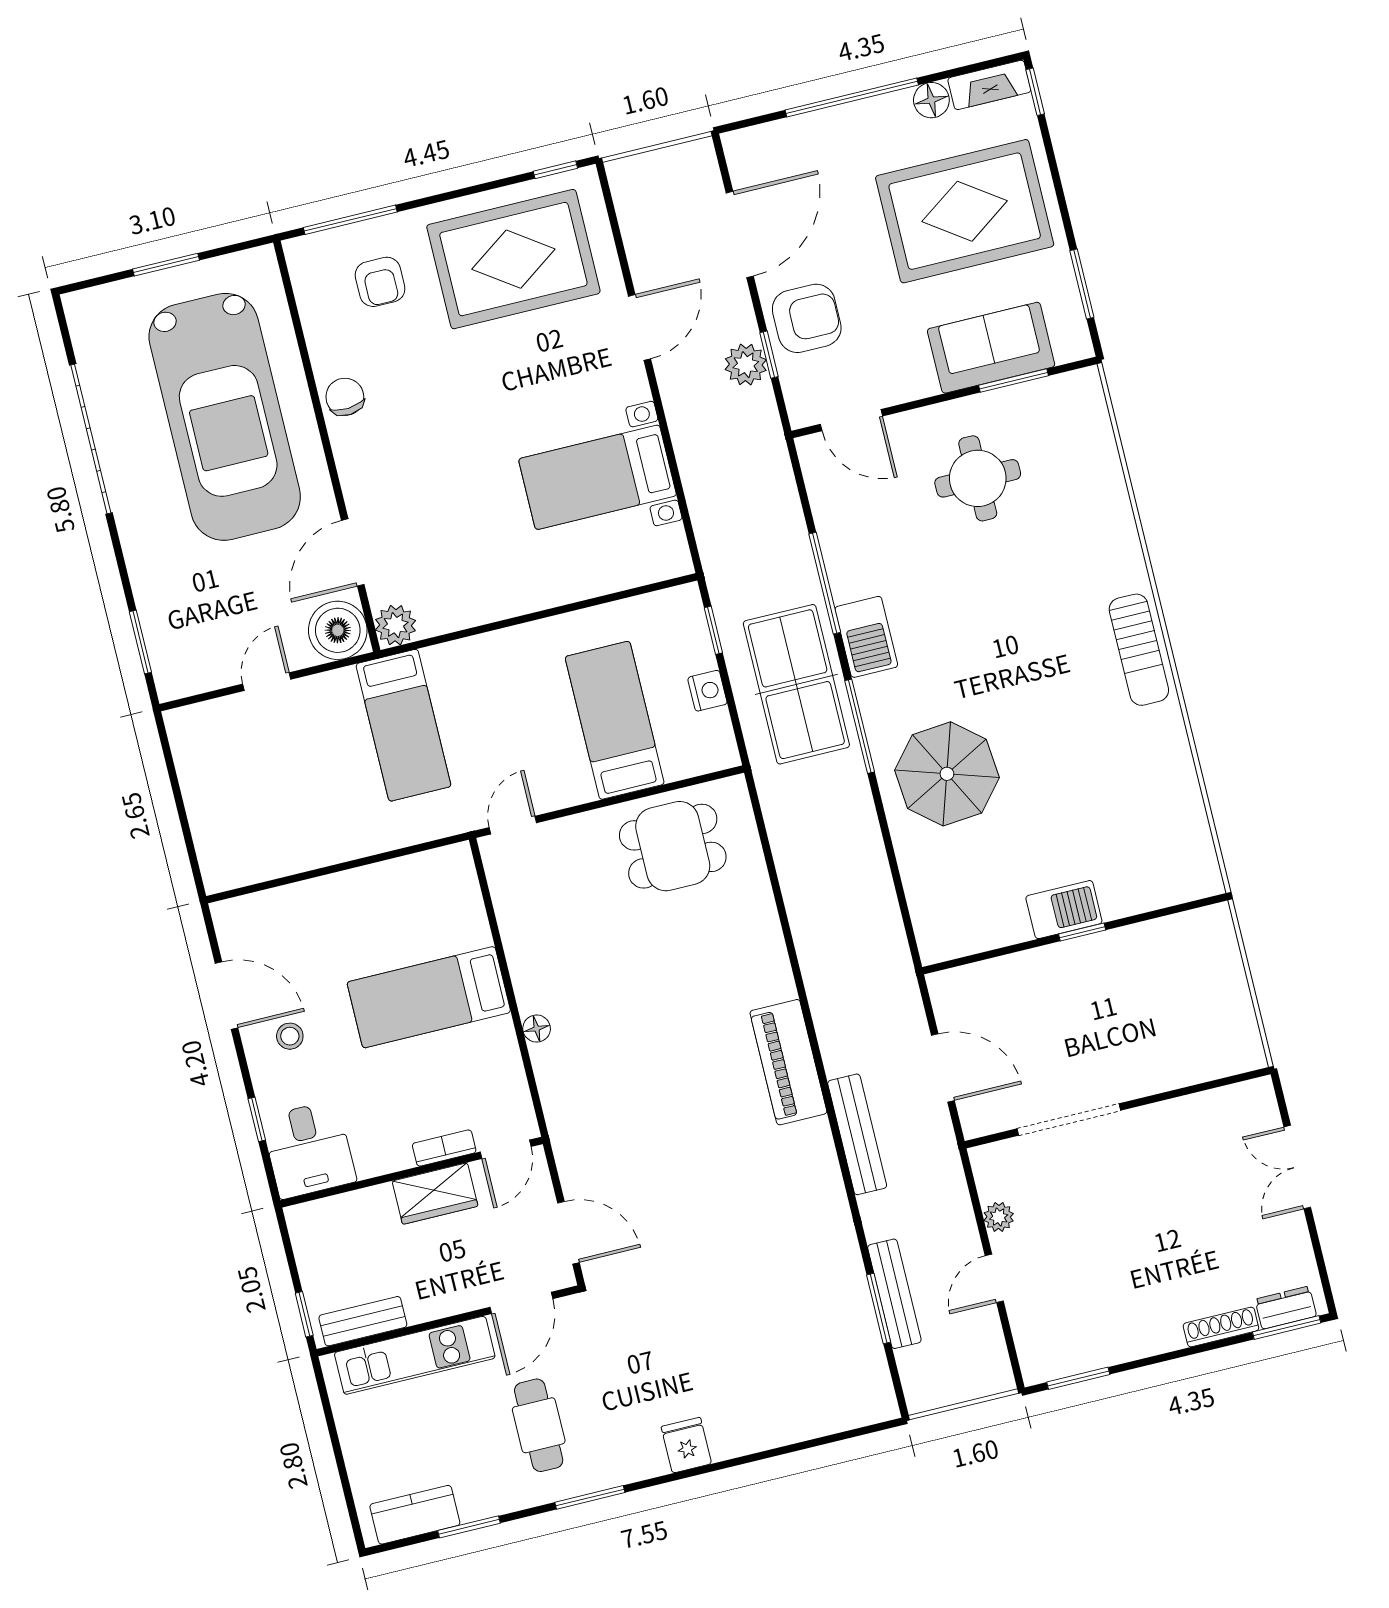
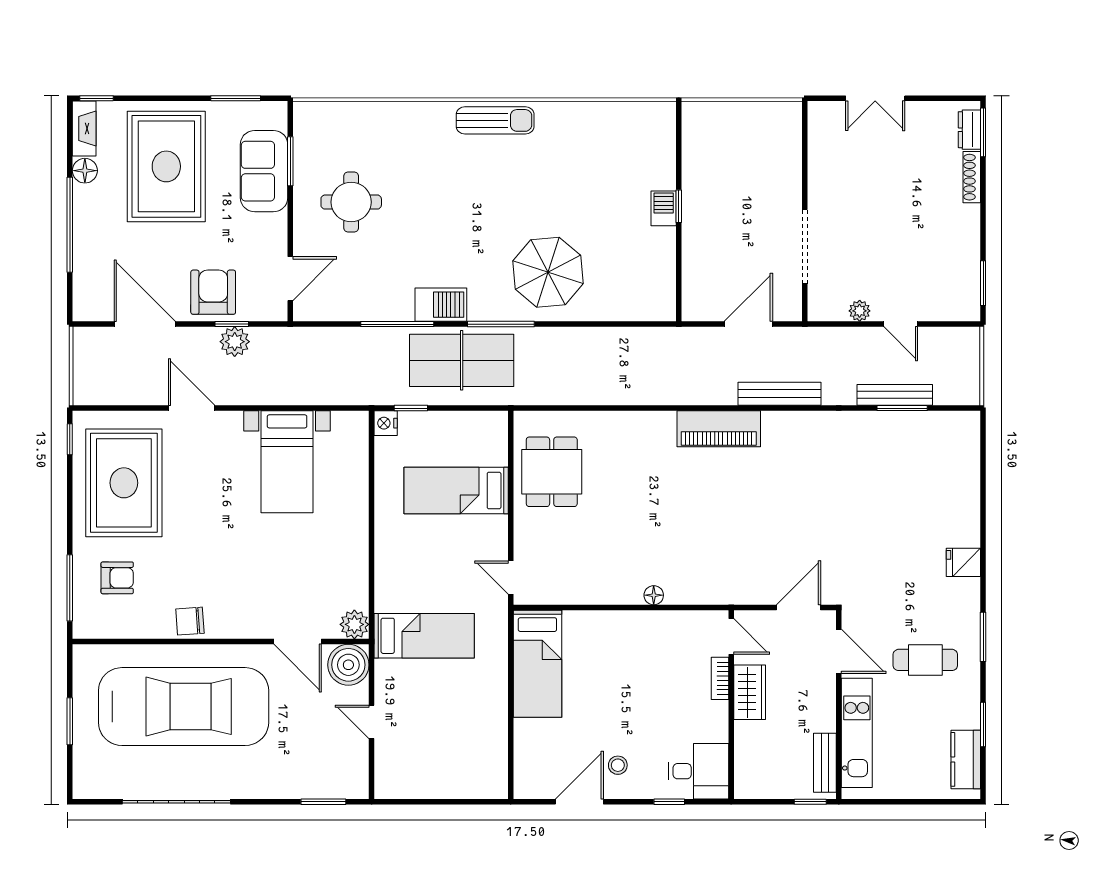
nightstand: (707, 691) -> (386, 423), moved, turned -90
barbecue: (1064, 910) -> (664, 208), width x0.73, depth x0.79
bed: (429, 997) -> (537, 664), moved

